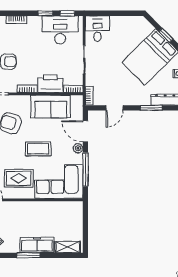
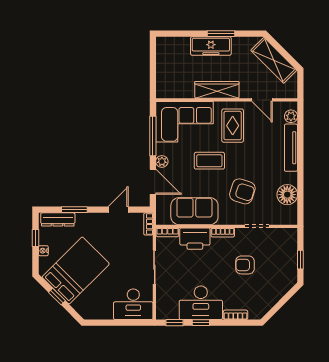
desk: (97, 29) -> (133, 304), width x1.37
desk: (60, 30) -> (201, 303), moved
rug: (19, 178) -> (233, 126), turned 90
wardrobe: (32, 208) -> (217, 90), added
shelving: (68, 247) -> (174, 43), removed

